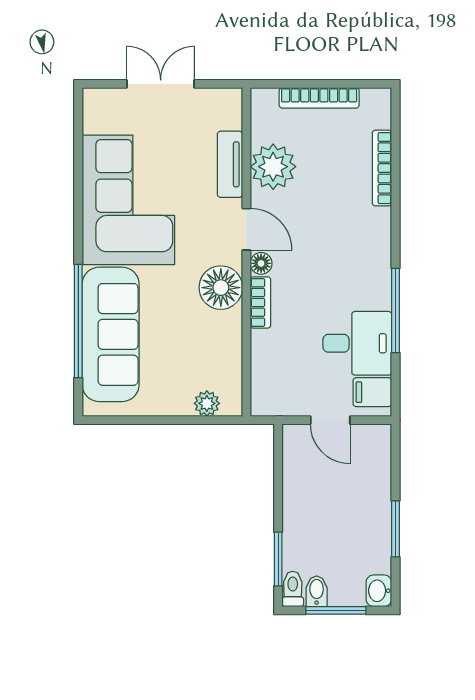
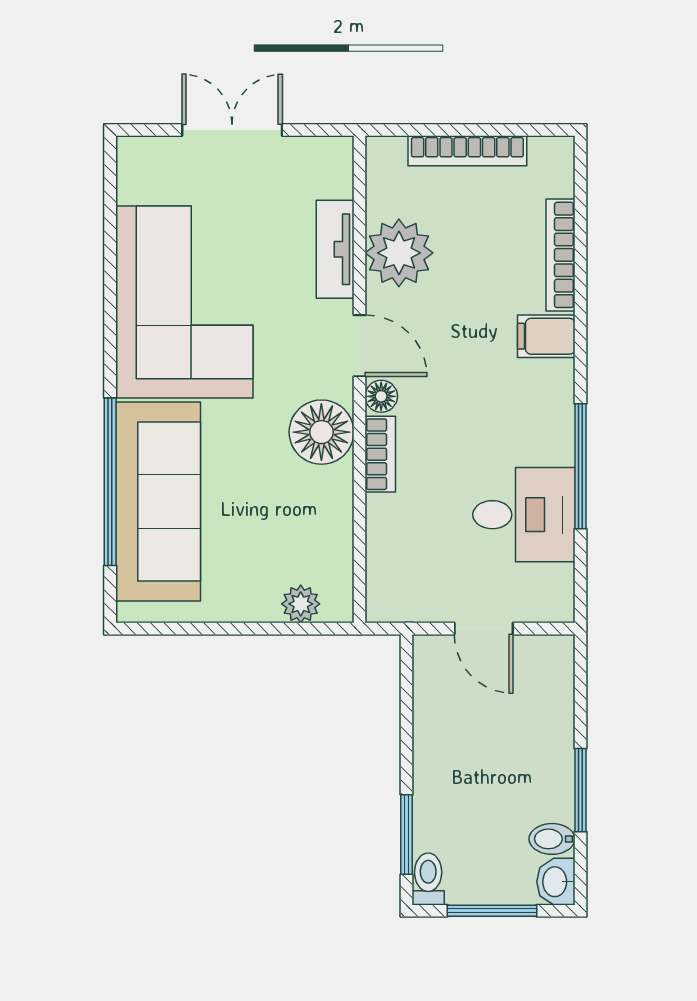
filing cabinet: (372, 392) -> (546, 336), moved
bidet: (317, 591) -> (552, 839), moved, turned -90

